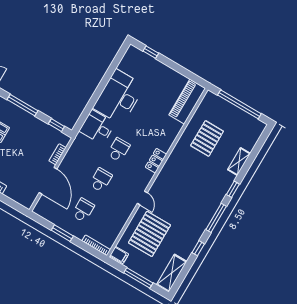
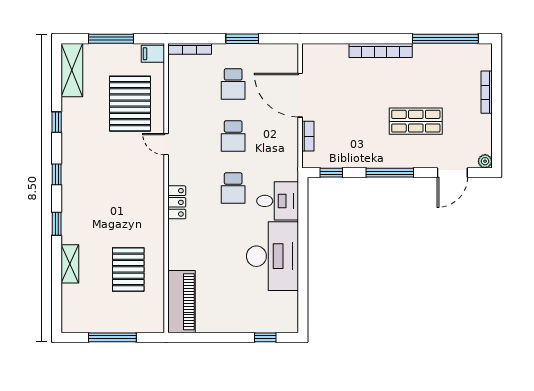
window: (239, 104) -> (112, 337), width x0.68
window: (216, 218) -> (57, 174), width x0.46

